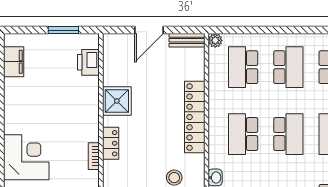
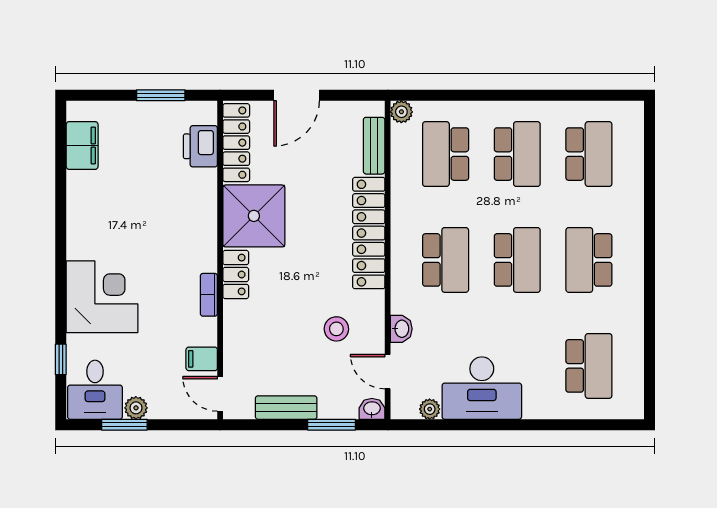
bench: (187, 40) -> (374, 146), moved, turned 90
locker: (111, 60) -> (236, 143), added
shower: (117, 101) -> (254, 216), width x1.37, depth x1.37
school desk: (243, 134) -> (446, 260), turned 180

